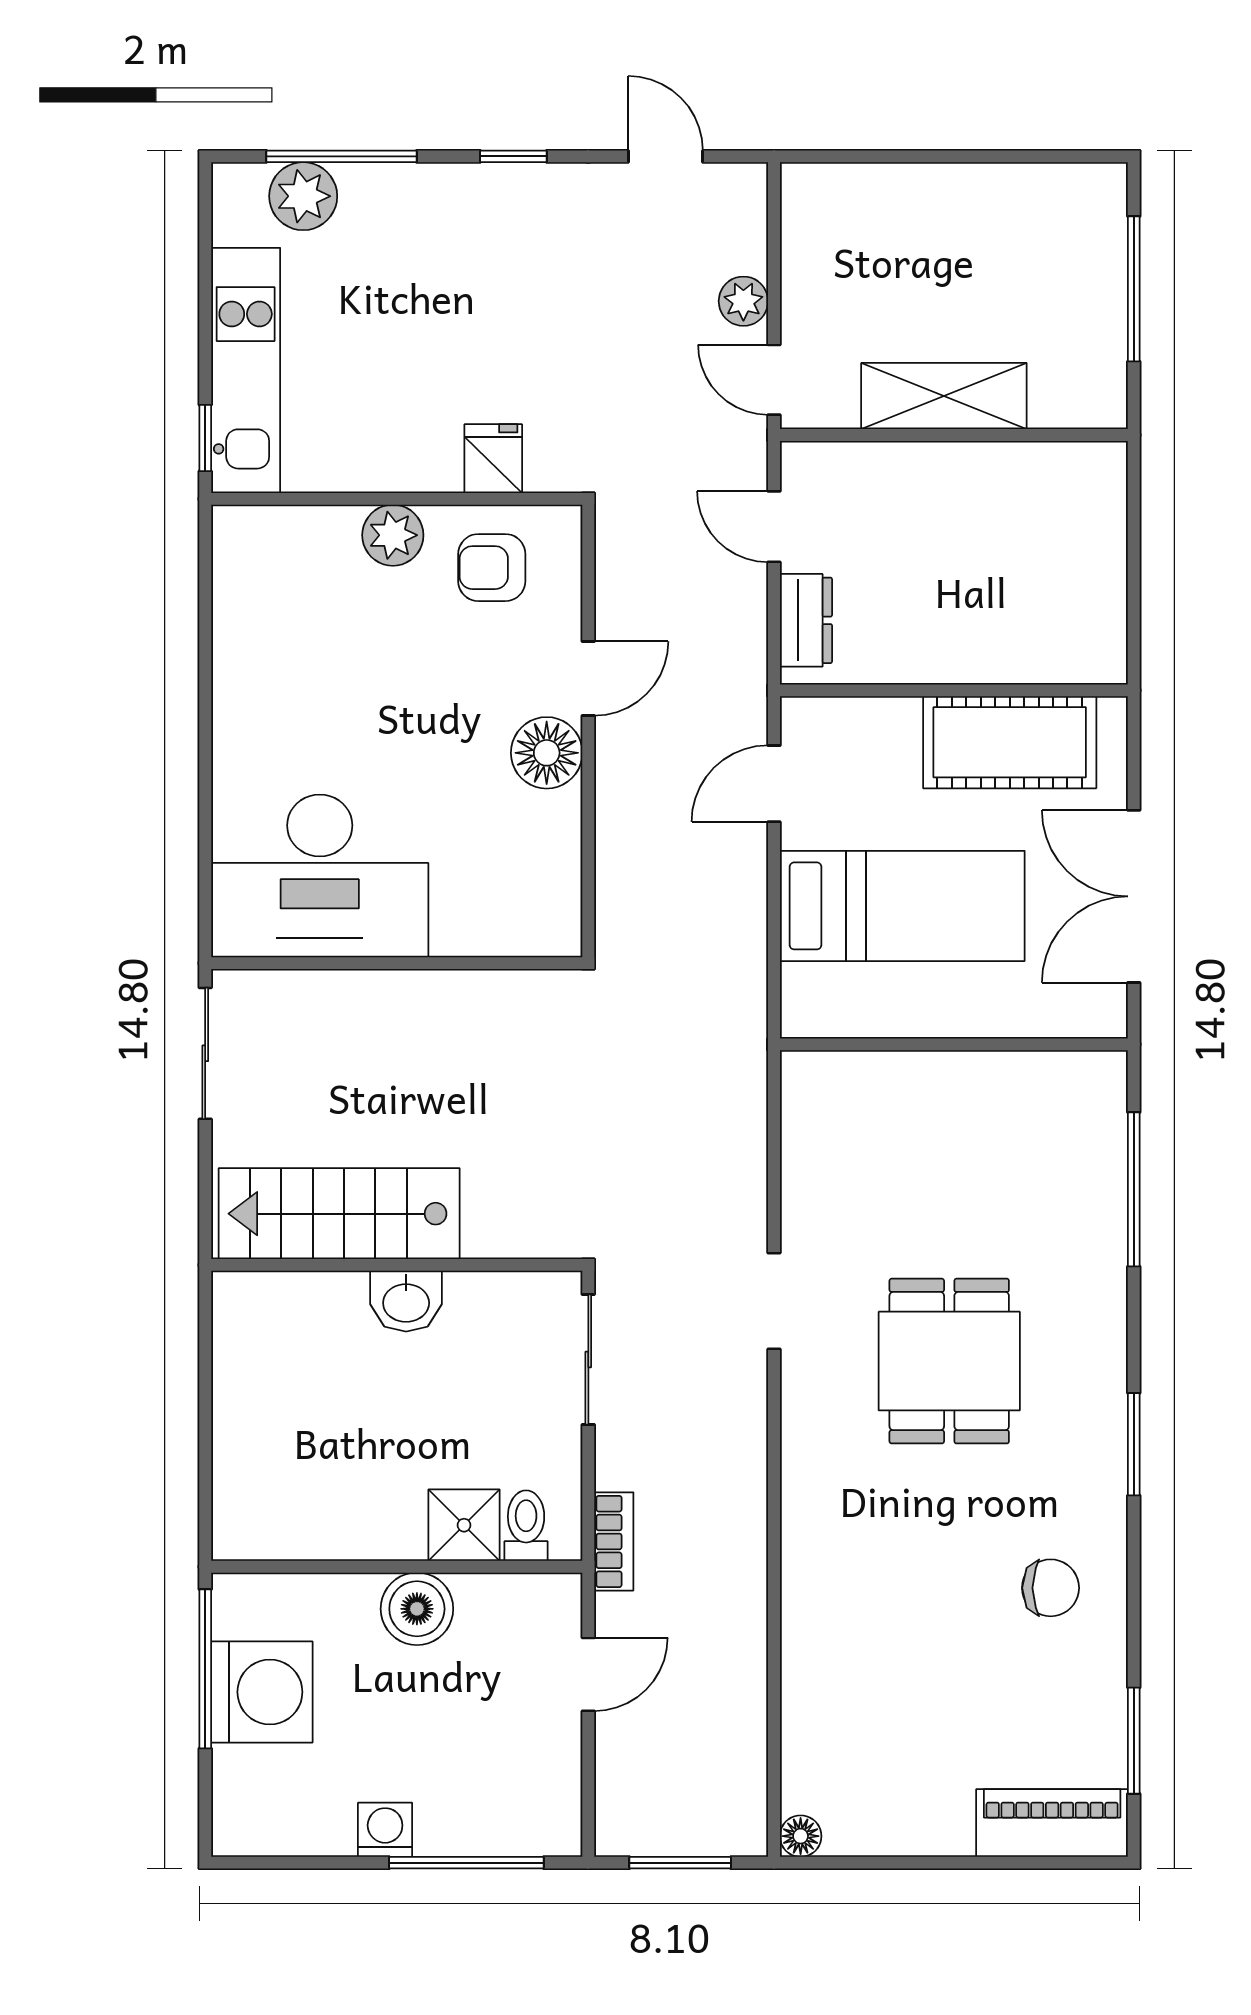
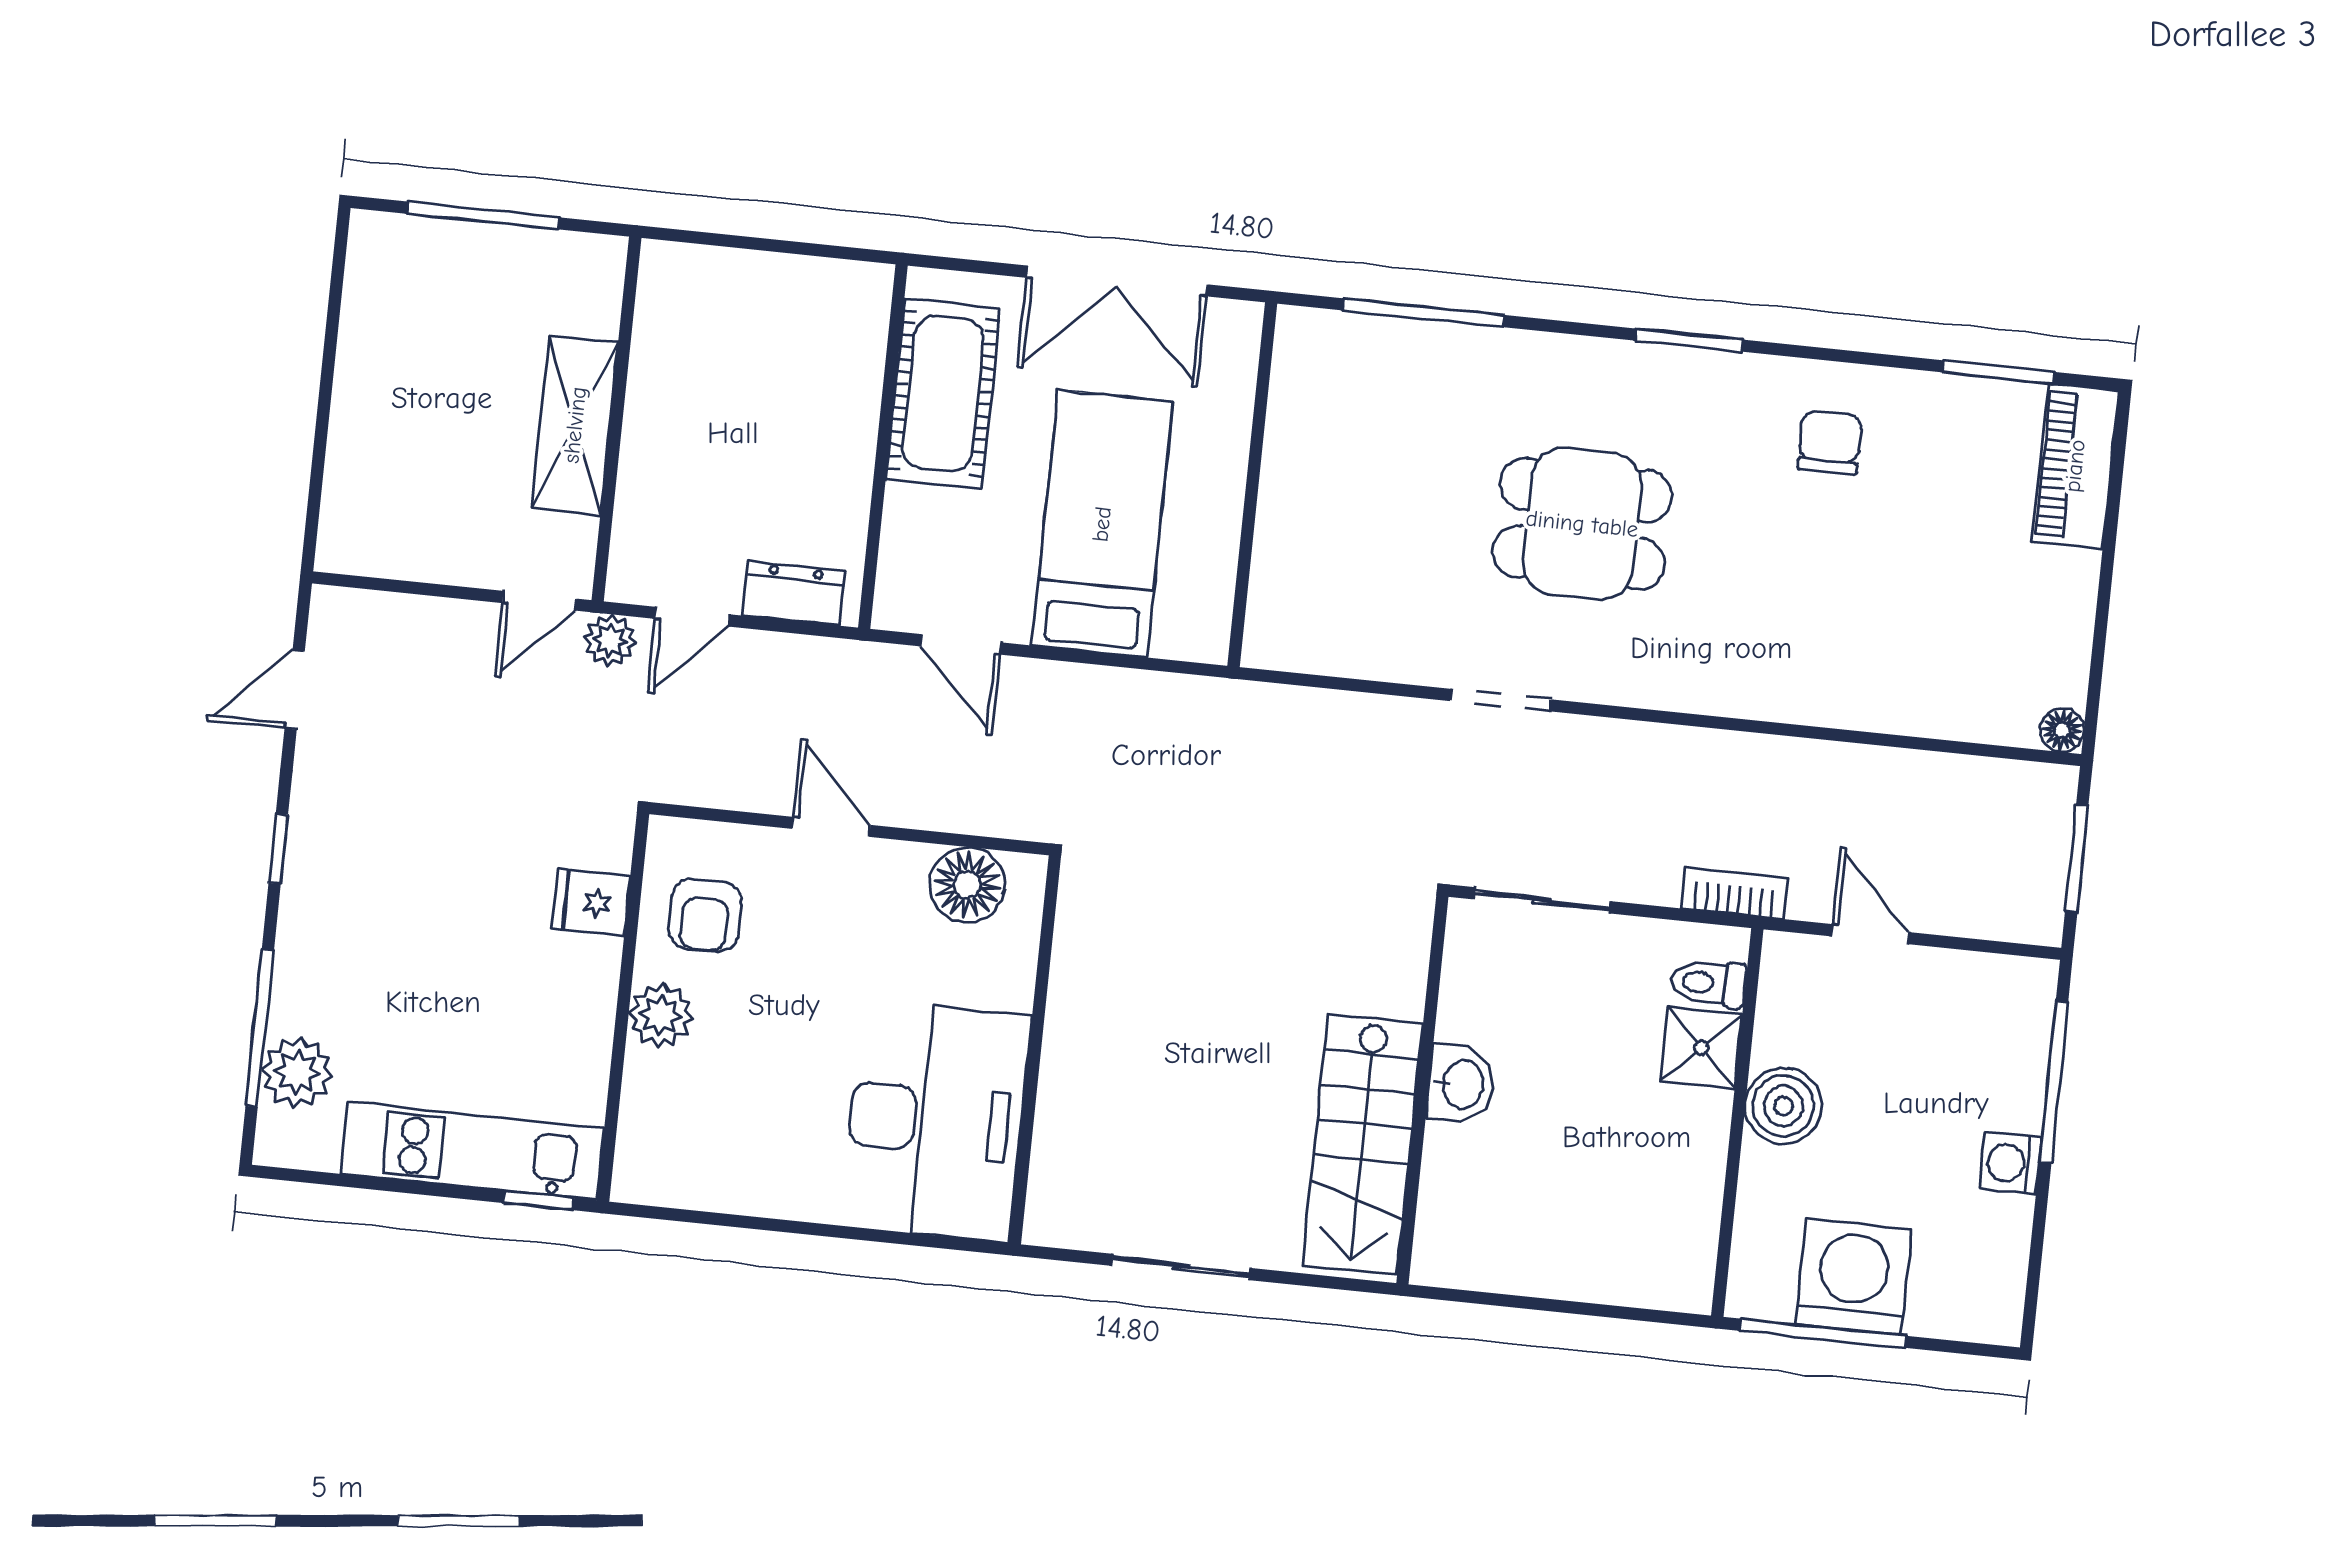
plant: (743, 301) -> (610, 640), moved
floor lamp: (547, 753) -> (967, 885), moved
desk: (320, 876) -> (936, 1121), moved
wall: (397, 963) -> (1035, 1050), moved

